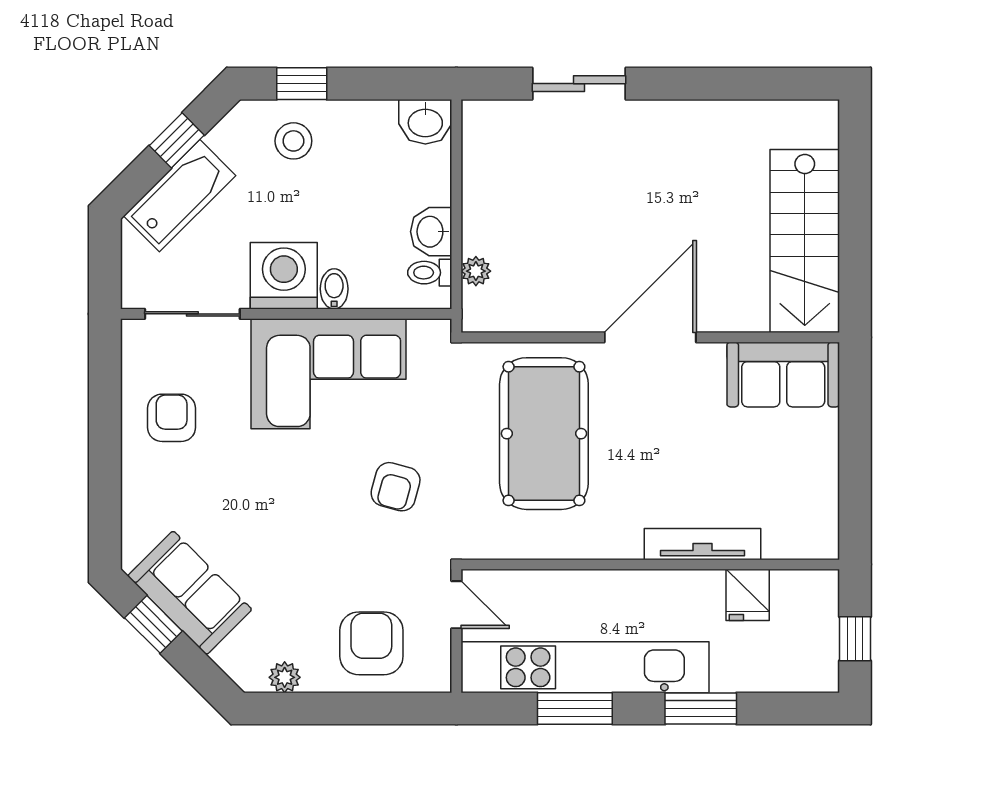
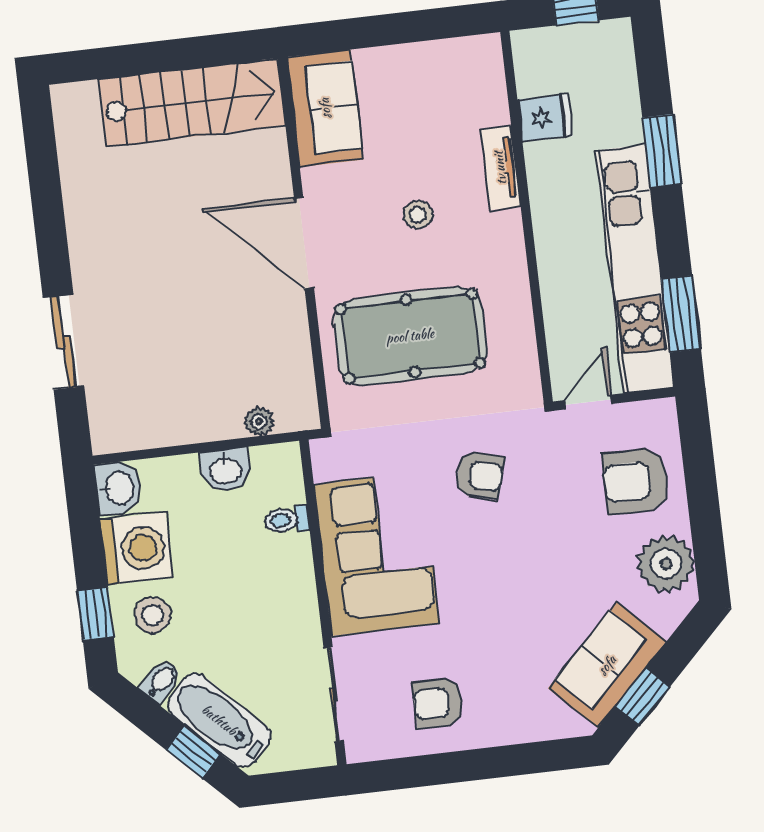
window: (177, 140) -> (193, 752), moved
toilet: (430, 273) -> (287, 520), moved, turned 90
washing machine: (284, 276) -> (136, 549), moved, turned 180
bidet: (334, 289) -> (161, 681), moved, turned 135
stool: (665, 455) -> (418, 215), added
tv unit: (703, 544) -> (500, 168), width x0.71
plant: (285, 677) -> (666, 564), width x1.88, depth x1.88
window: (575, 709) -> (681, 314), moved

